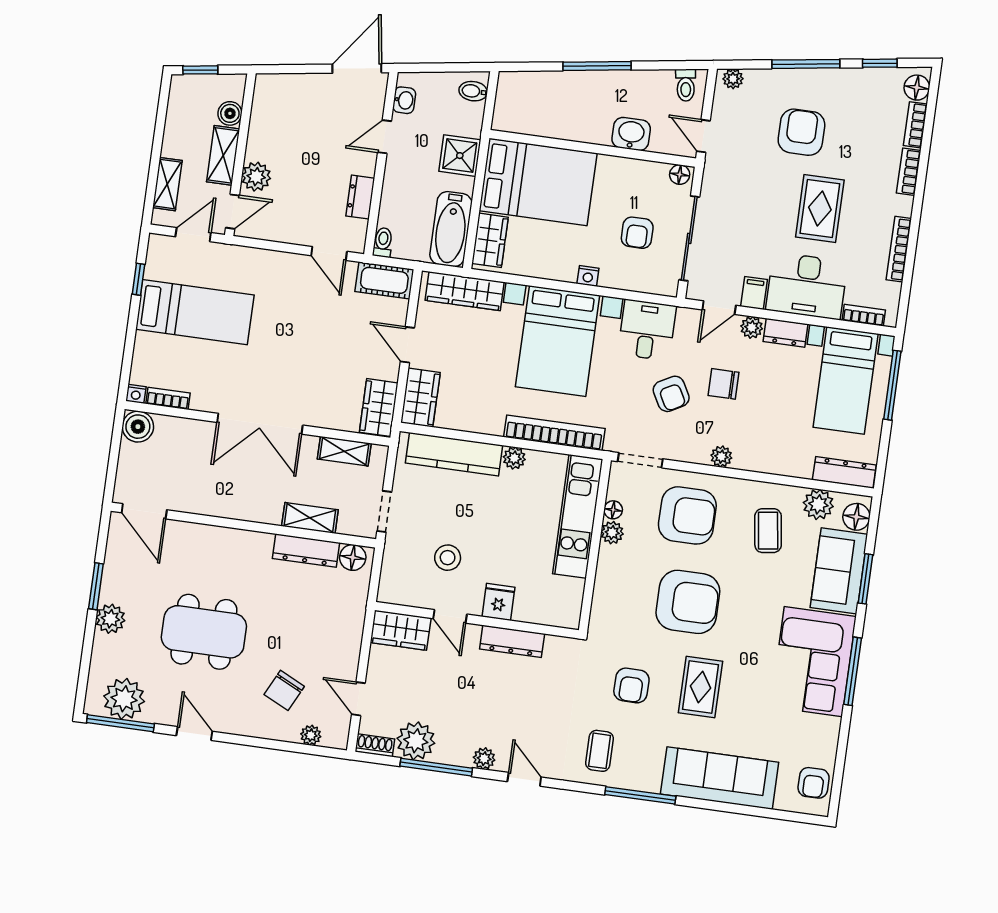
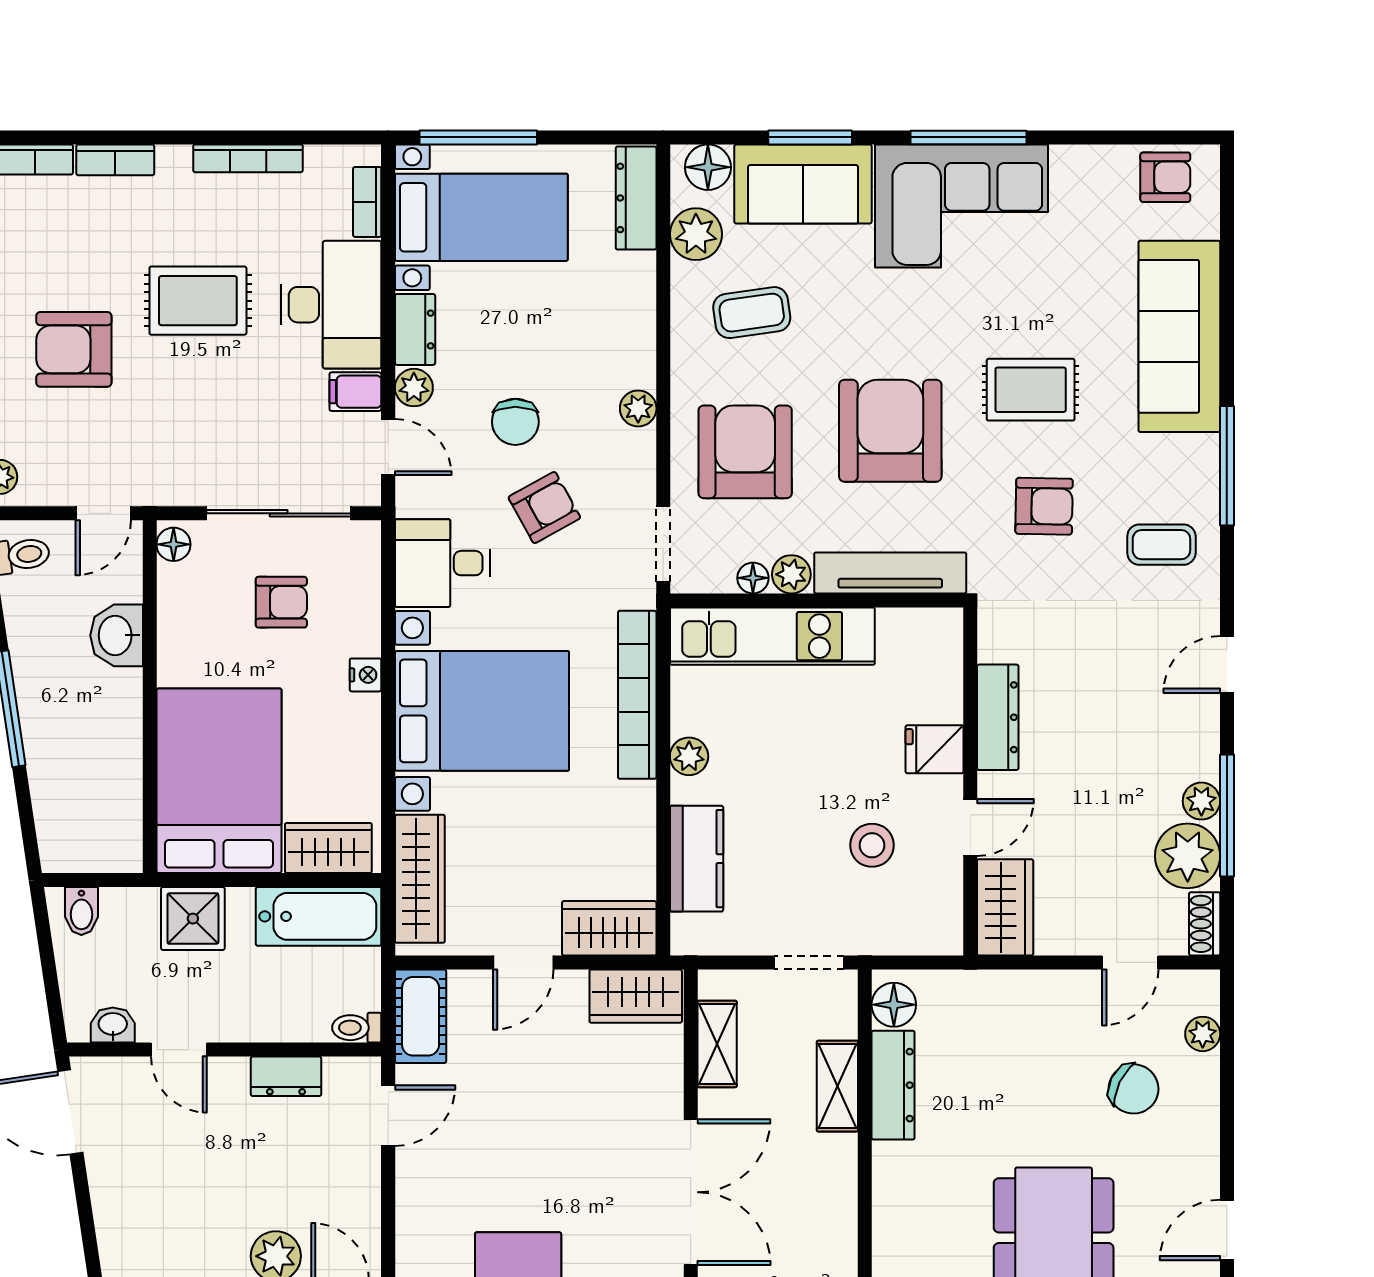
kitchen counter: (454, 454) -> (697, 859), width x0.67
tv unit: (605, 590) -> (890, 573), added
plant: (484, 759) -> (1201, 801), moved

